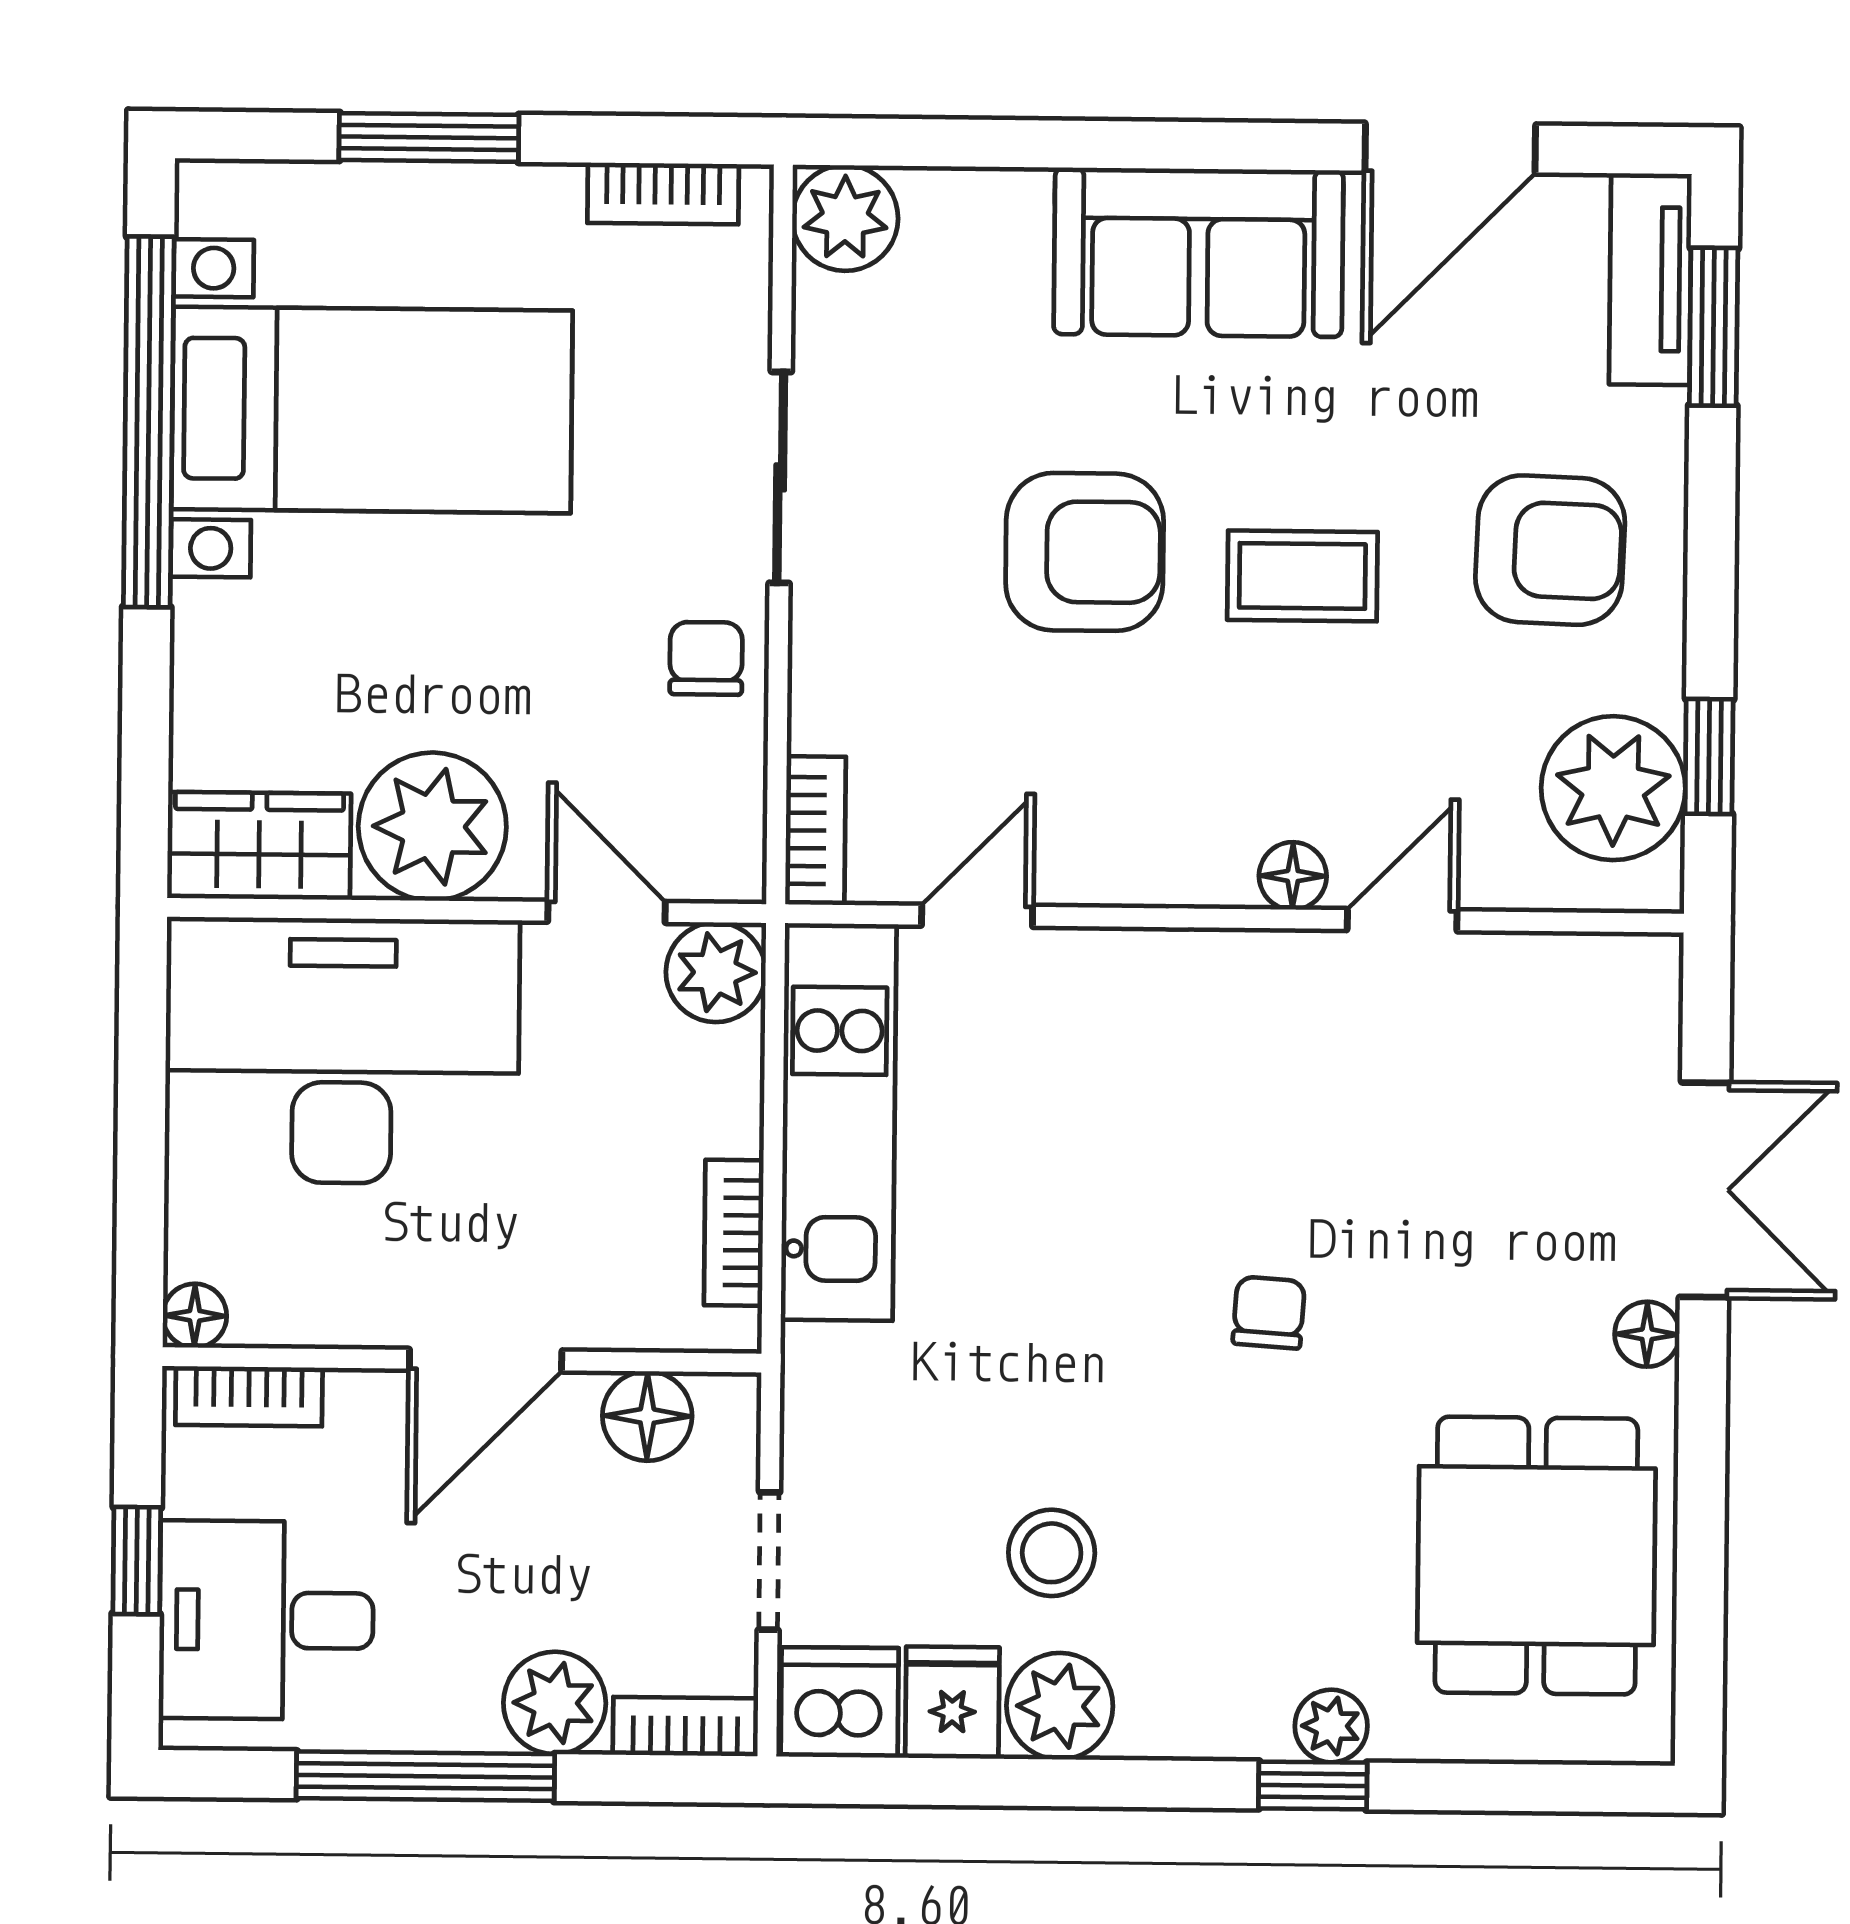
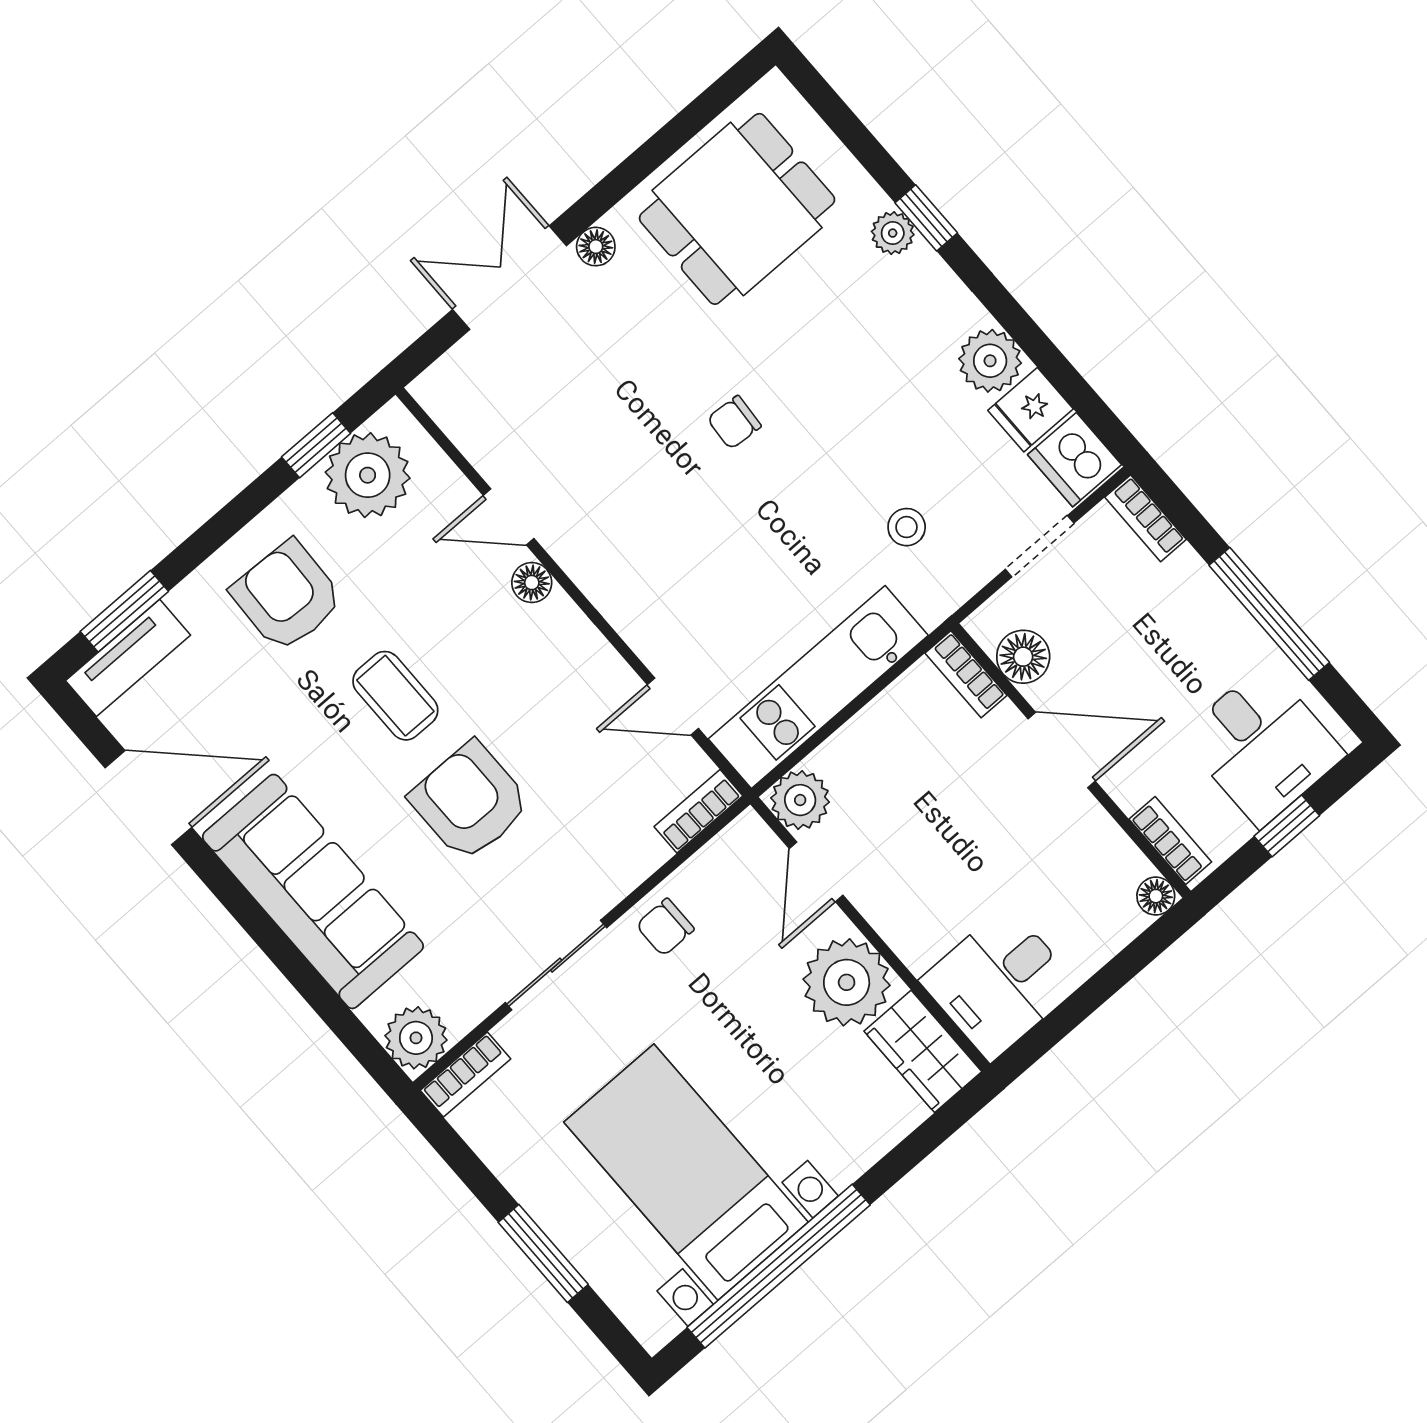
bookcase: (663, 193) -> (465, 1075), moved, turned 90
sofa: (1199, 252) -> (313, 891), width x1.36
desk: (342, 1051) -> (999, 983), width x0.53, depth x0.77
bookcase: (734, 1233) -> (966, 674), moved, turned 90
stool: (1052, 1553) -> (907, 527), moved, width x0.73, depth x0.73
plant: (555, 1703) -> (1186, 585), removed

